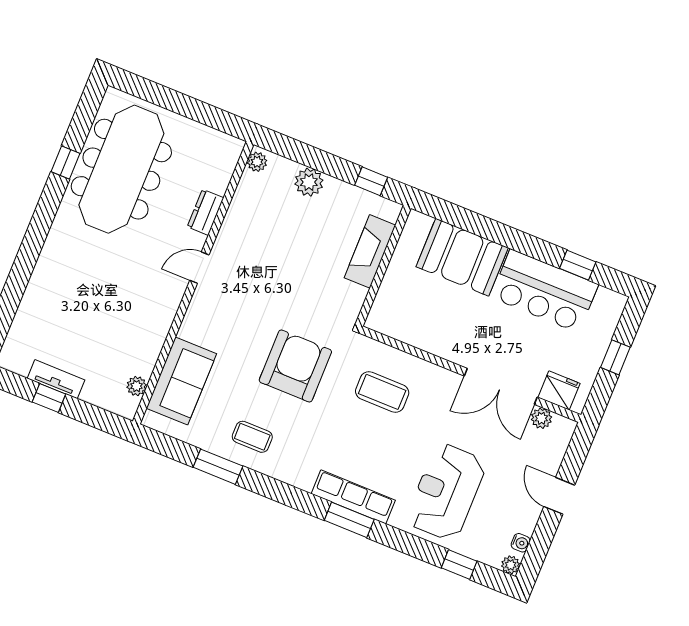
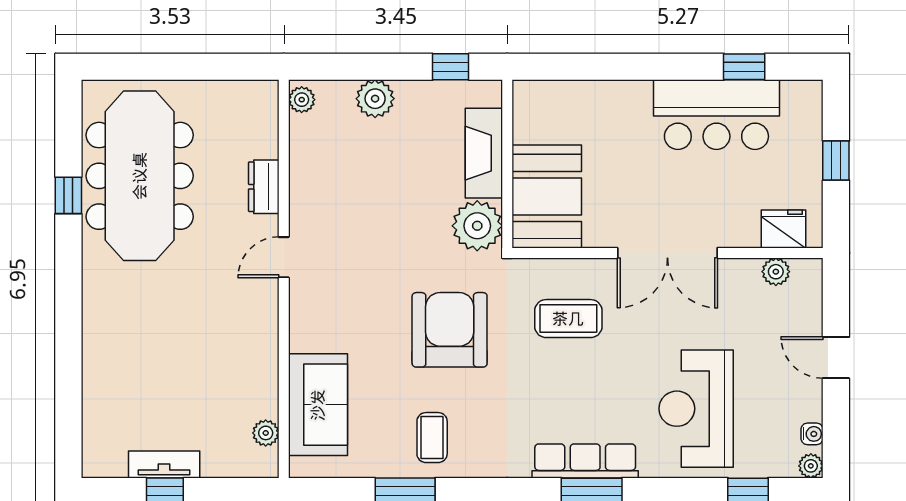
booth: (462, 257) -> (547, 196), moved, turned 90
plant: (345, 301) -> (477, 226), added
double door: (501, 386) -> (667, 253), moved
coffee table: (252, 437) -> (432, 438), turned 90

